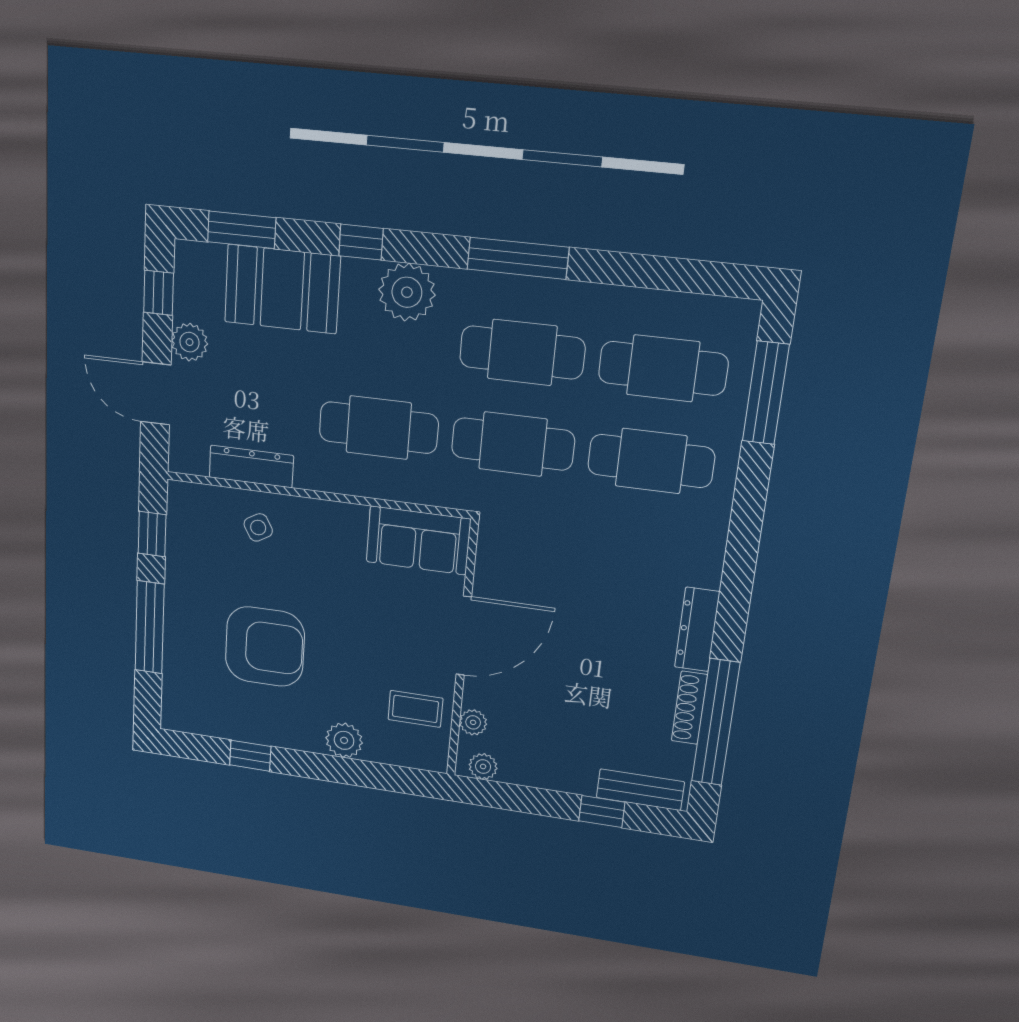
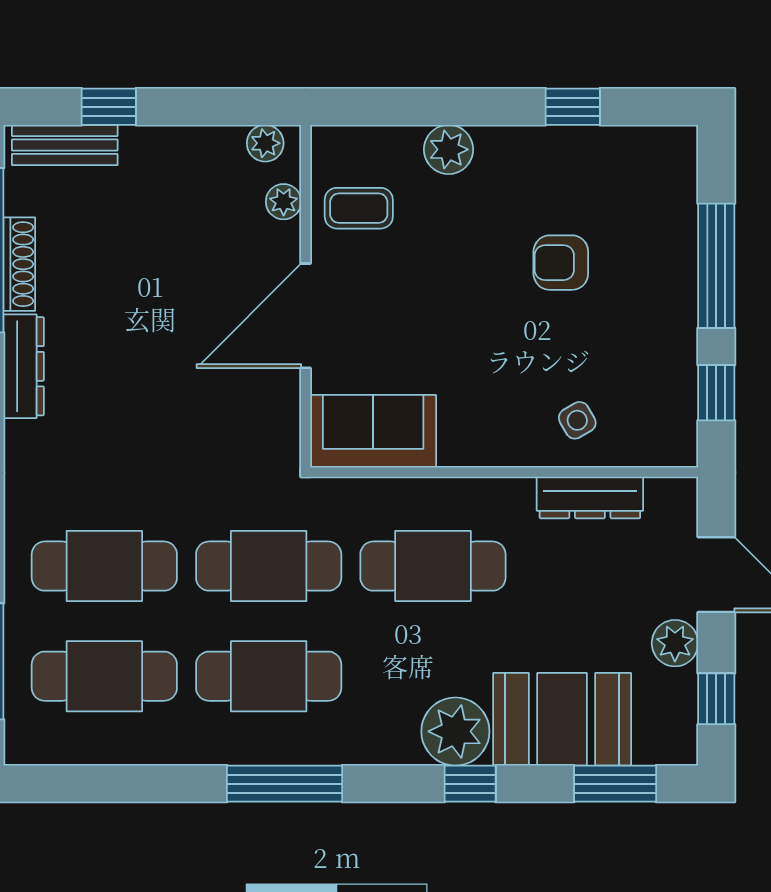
plant: (407, 292) -> (455, 731), moved
armchair: (265, 647) -> (561, 263), width x0.53, depth x0.53

